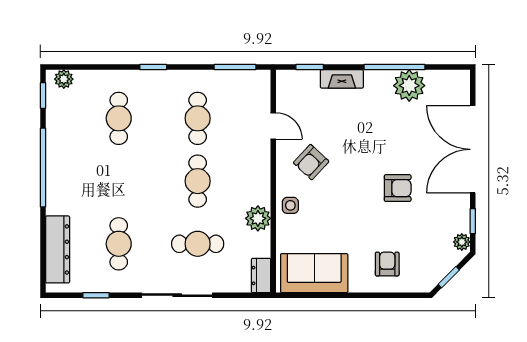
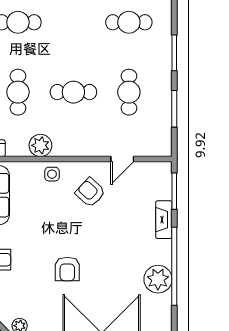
window: (153, 67) -> (174, 53), width x1.50
window: (235, 67) -> (174, 109), moved
window: (310, 67) -> (174, 191), width x1.50
window: (395, 67) -> (174, 266), width x1.46
cafe table: (198, 118) -> (129, 92), turned 90

